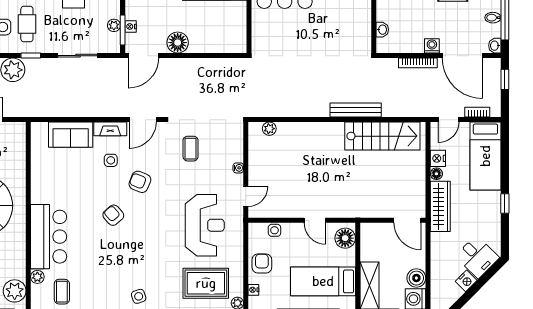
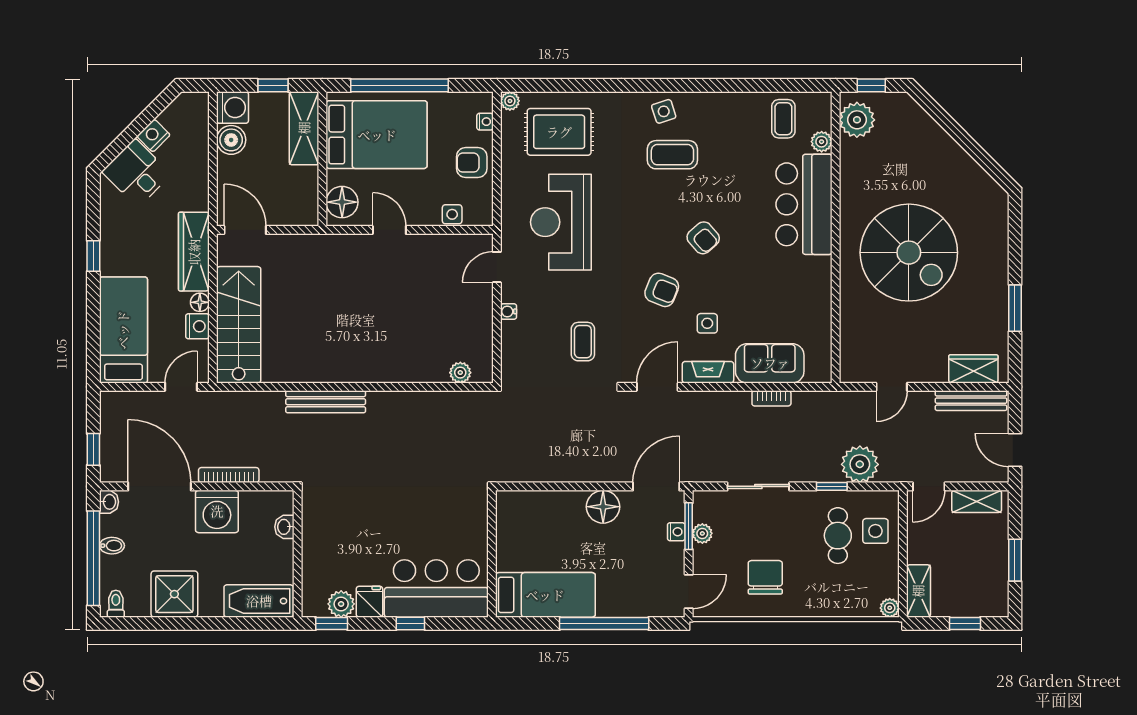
washing machine: (432, 46) -> (217, 511), width x1.89, depth x1.89
bookcase: (477, 112) -> (771, 398), moved
stairs: (382, 136) -> (239, 325), moved, turned 90
armchair: (262, 264) -> (472, 163), turned 90
coffee table: (133, 269) -> (672, 155), added
bed: (323, 281) -> (377, 135), width x1.50

